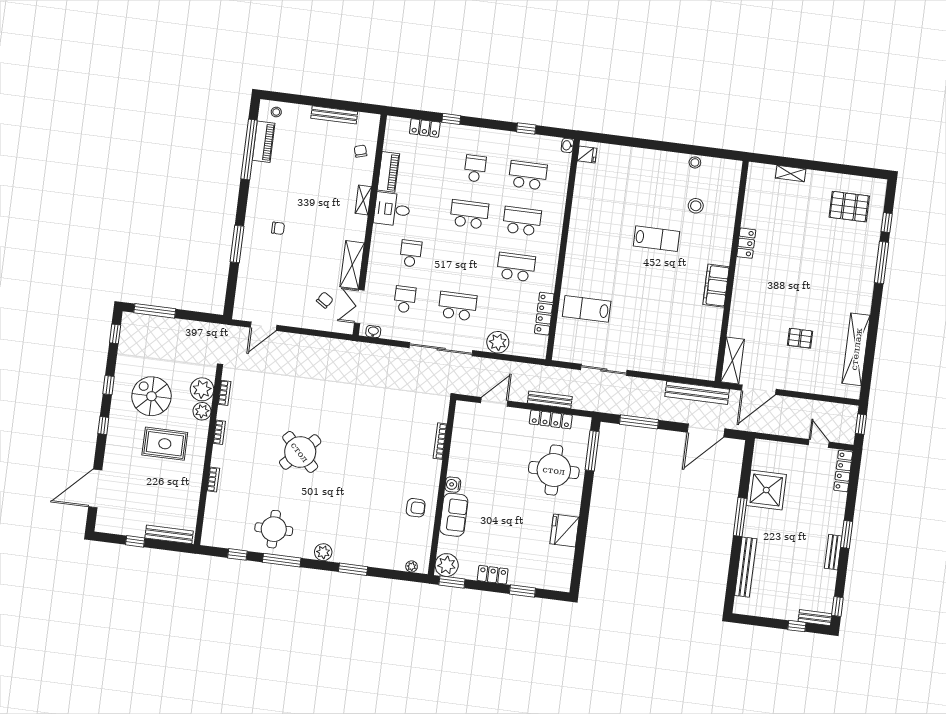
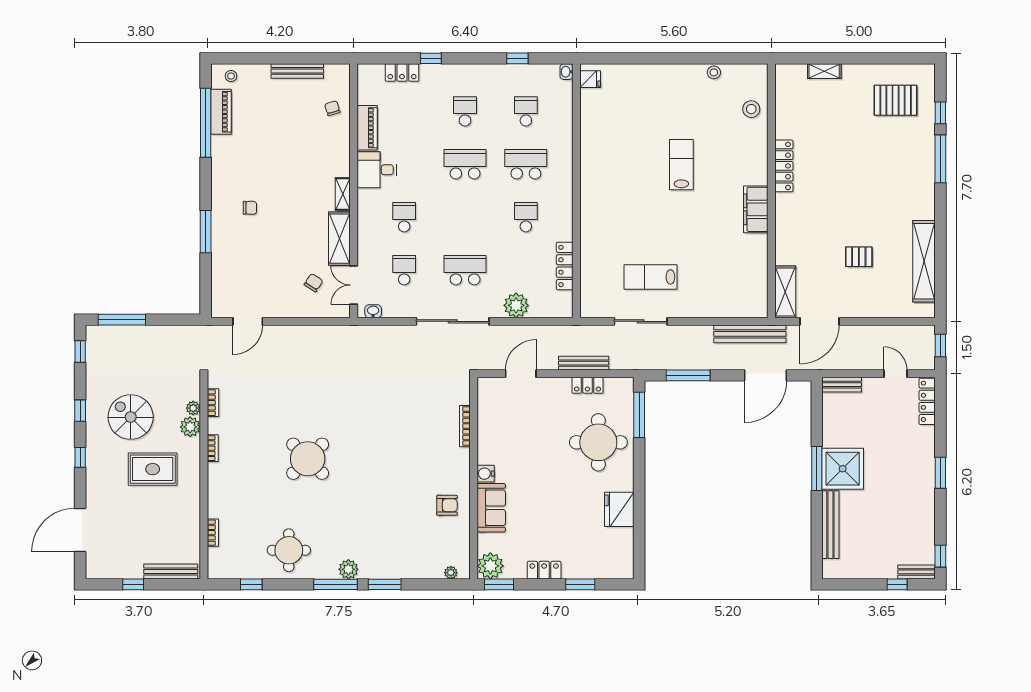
school desk: (528, 175) -> (526, 111), width x0.54
shelving: (363, 200) -> (343, 194), moved
stool: (696, 206) -> (751, 109), moved
lab bench: (656, 239) -> (681, 165), turned -90
locker: (746, 243) -> (784, 166), width x1.53
school desk: (516, 267) -> (526, 217), width x0.54
lab bench: (587, 309) -> (650, 277), moved
plant: (202, 389) -> (193, 408), width x0.53, depth x0.53
locker: (551, 419) -> (587, 385), width x0.66
bookcase: (213, 479) -> (213, 533), moved
shower: (766, 490) -> (843, 469), moved
bench: (833, 552) -> (842, 385), moved, turned 90
window: (282, 560) -> (336, 584), moved

